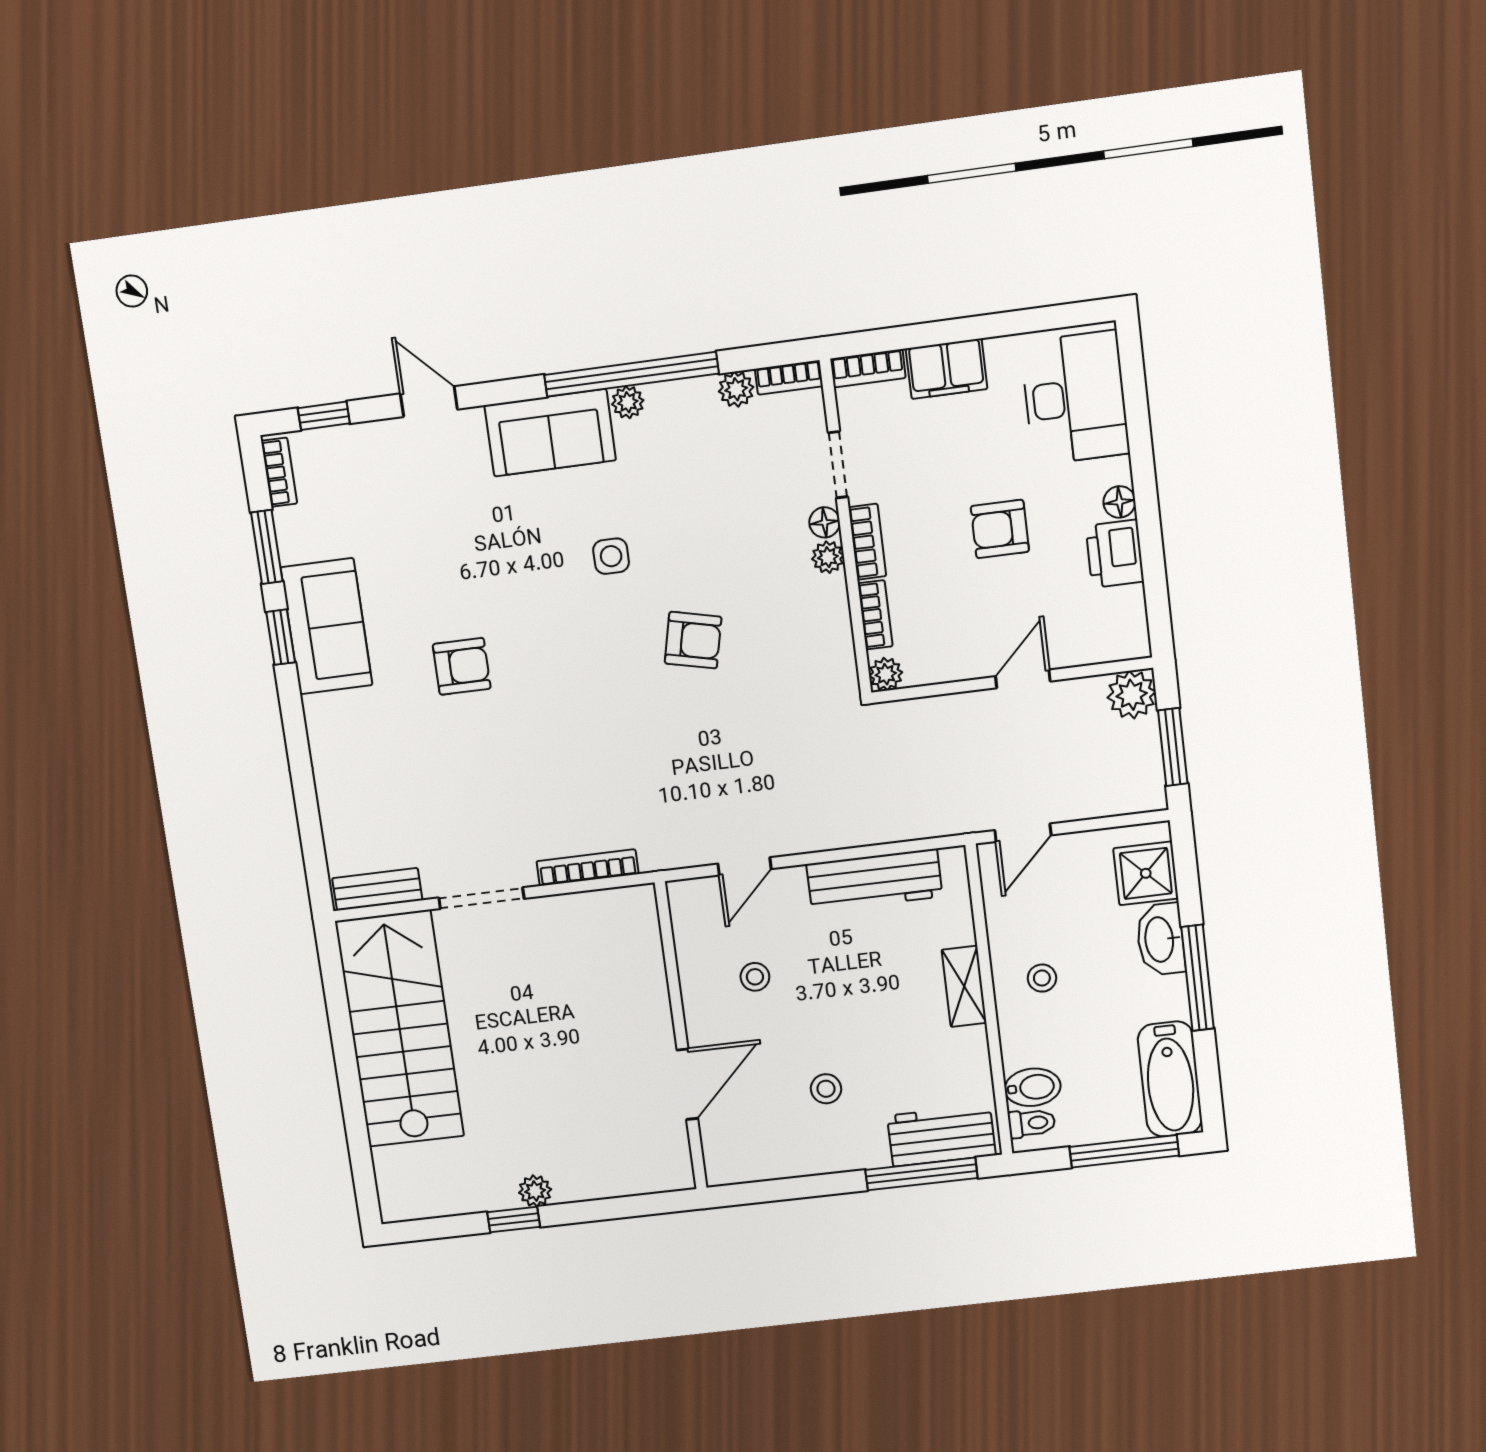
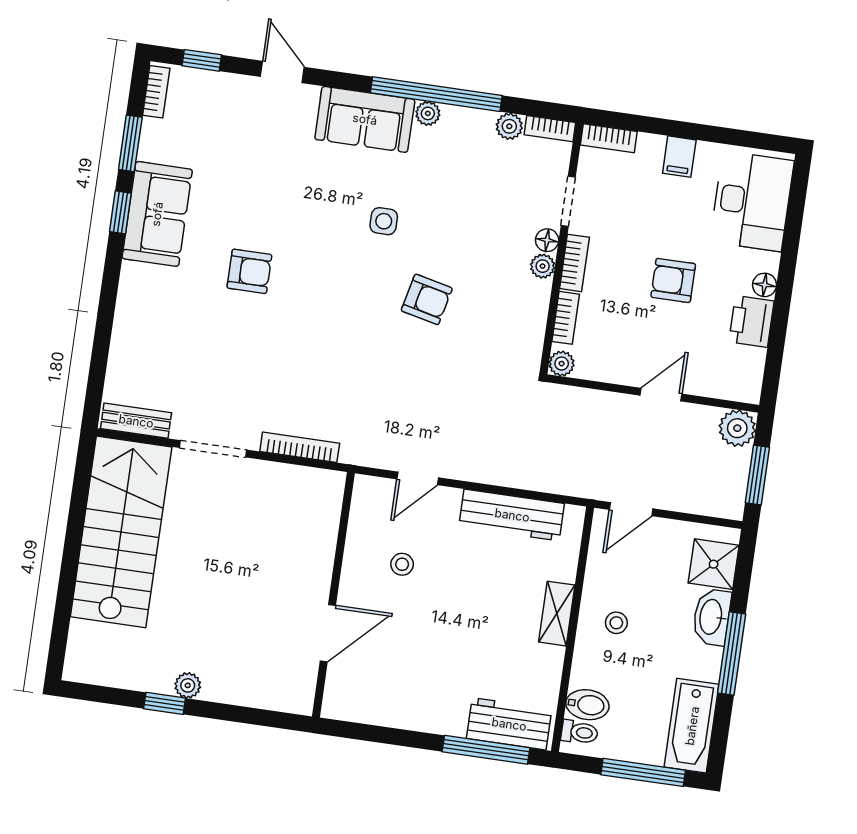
filing cabinet: (947, 369) -> (679, 157), width x0.50
stool: (826, 1089) -> (432, 665), removed

